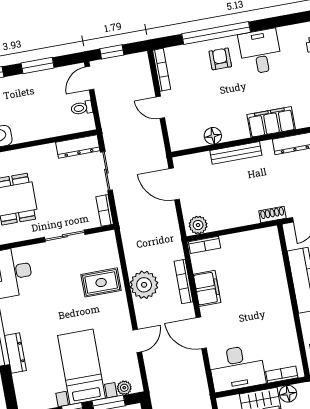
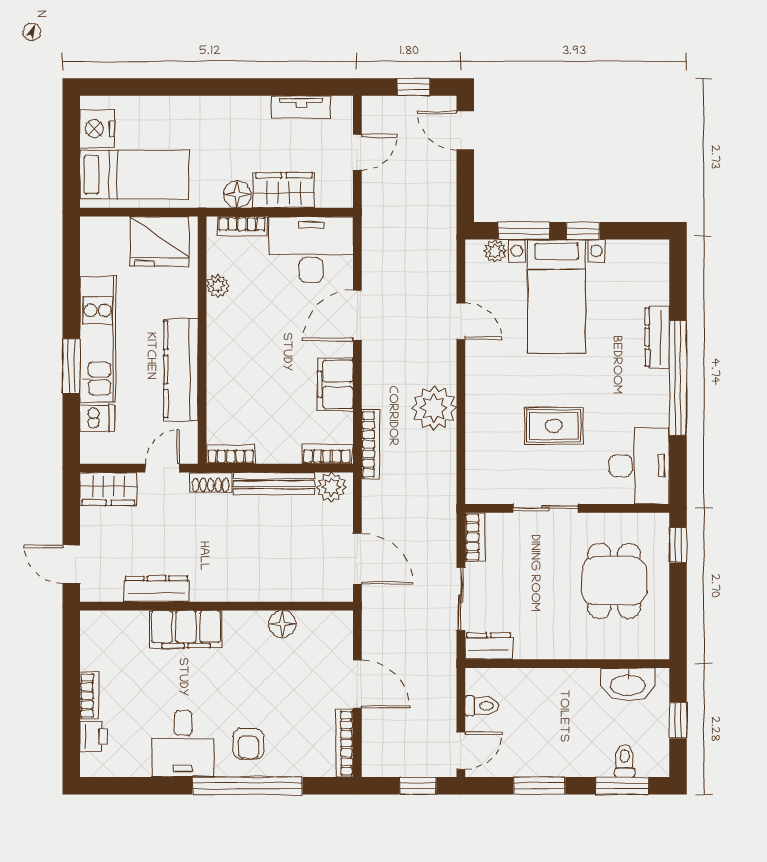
door: (160, 107) -> (357, 684), width x1.38
dresser: (78, 146) -> (489, 646), width x0.70
bench: (236, 153) -> (274, 484), moved
bookcase: (263, 234) -> (231, 454), added
bookcase: (183, 281) -> (371, 444), moved
rug: (101, 282) -> (554, 426), moved
door: (201, 333) -> (357, 315), swing flipped
plant: (290, 335) -> (218, 286), added
door: (137, 341) -> (461, 321), swing flipped

